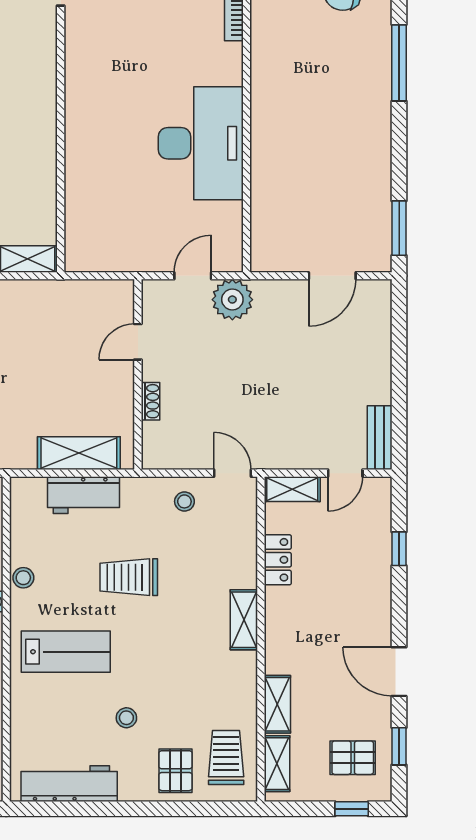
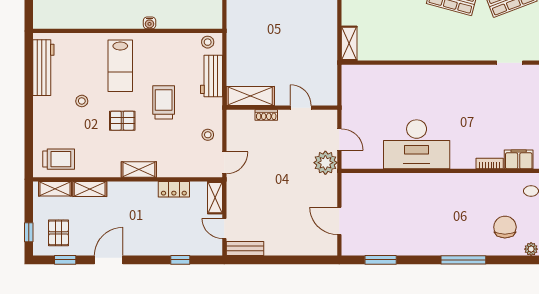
window: (399, 228) -> (381, 260), moved
shelving: (79, 453) -> (250, 96), moved, turned 90
stool: (23, 578) -> (208, 42), moved
pallet: (176, 771) -> (122, 121), moved

